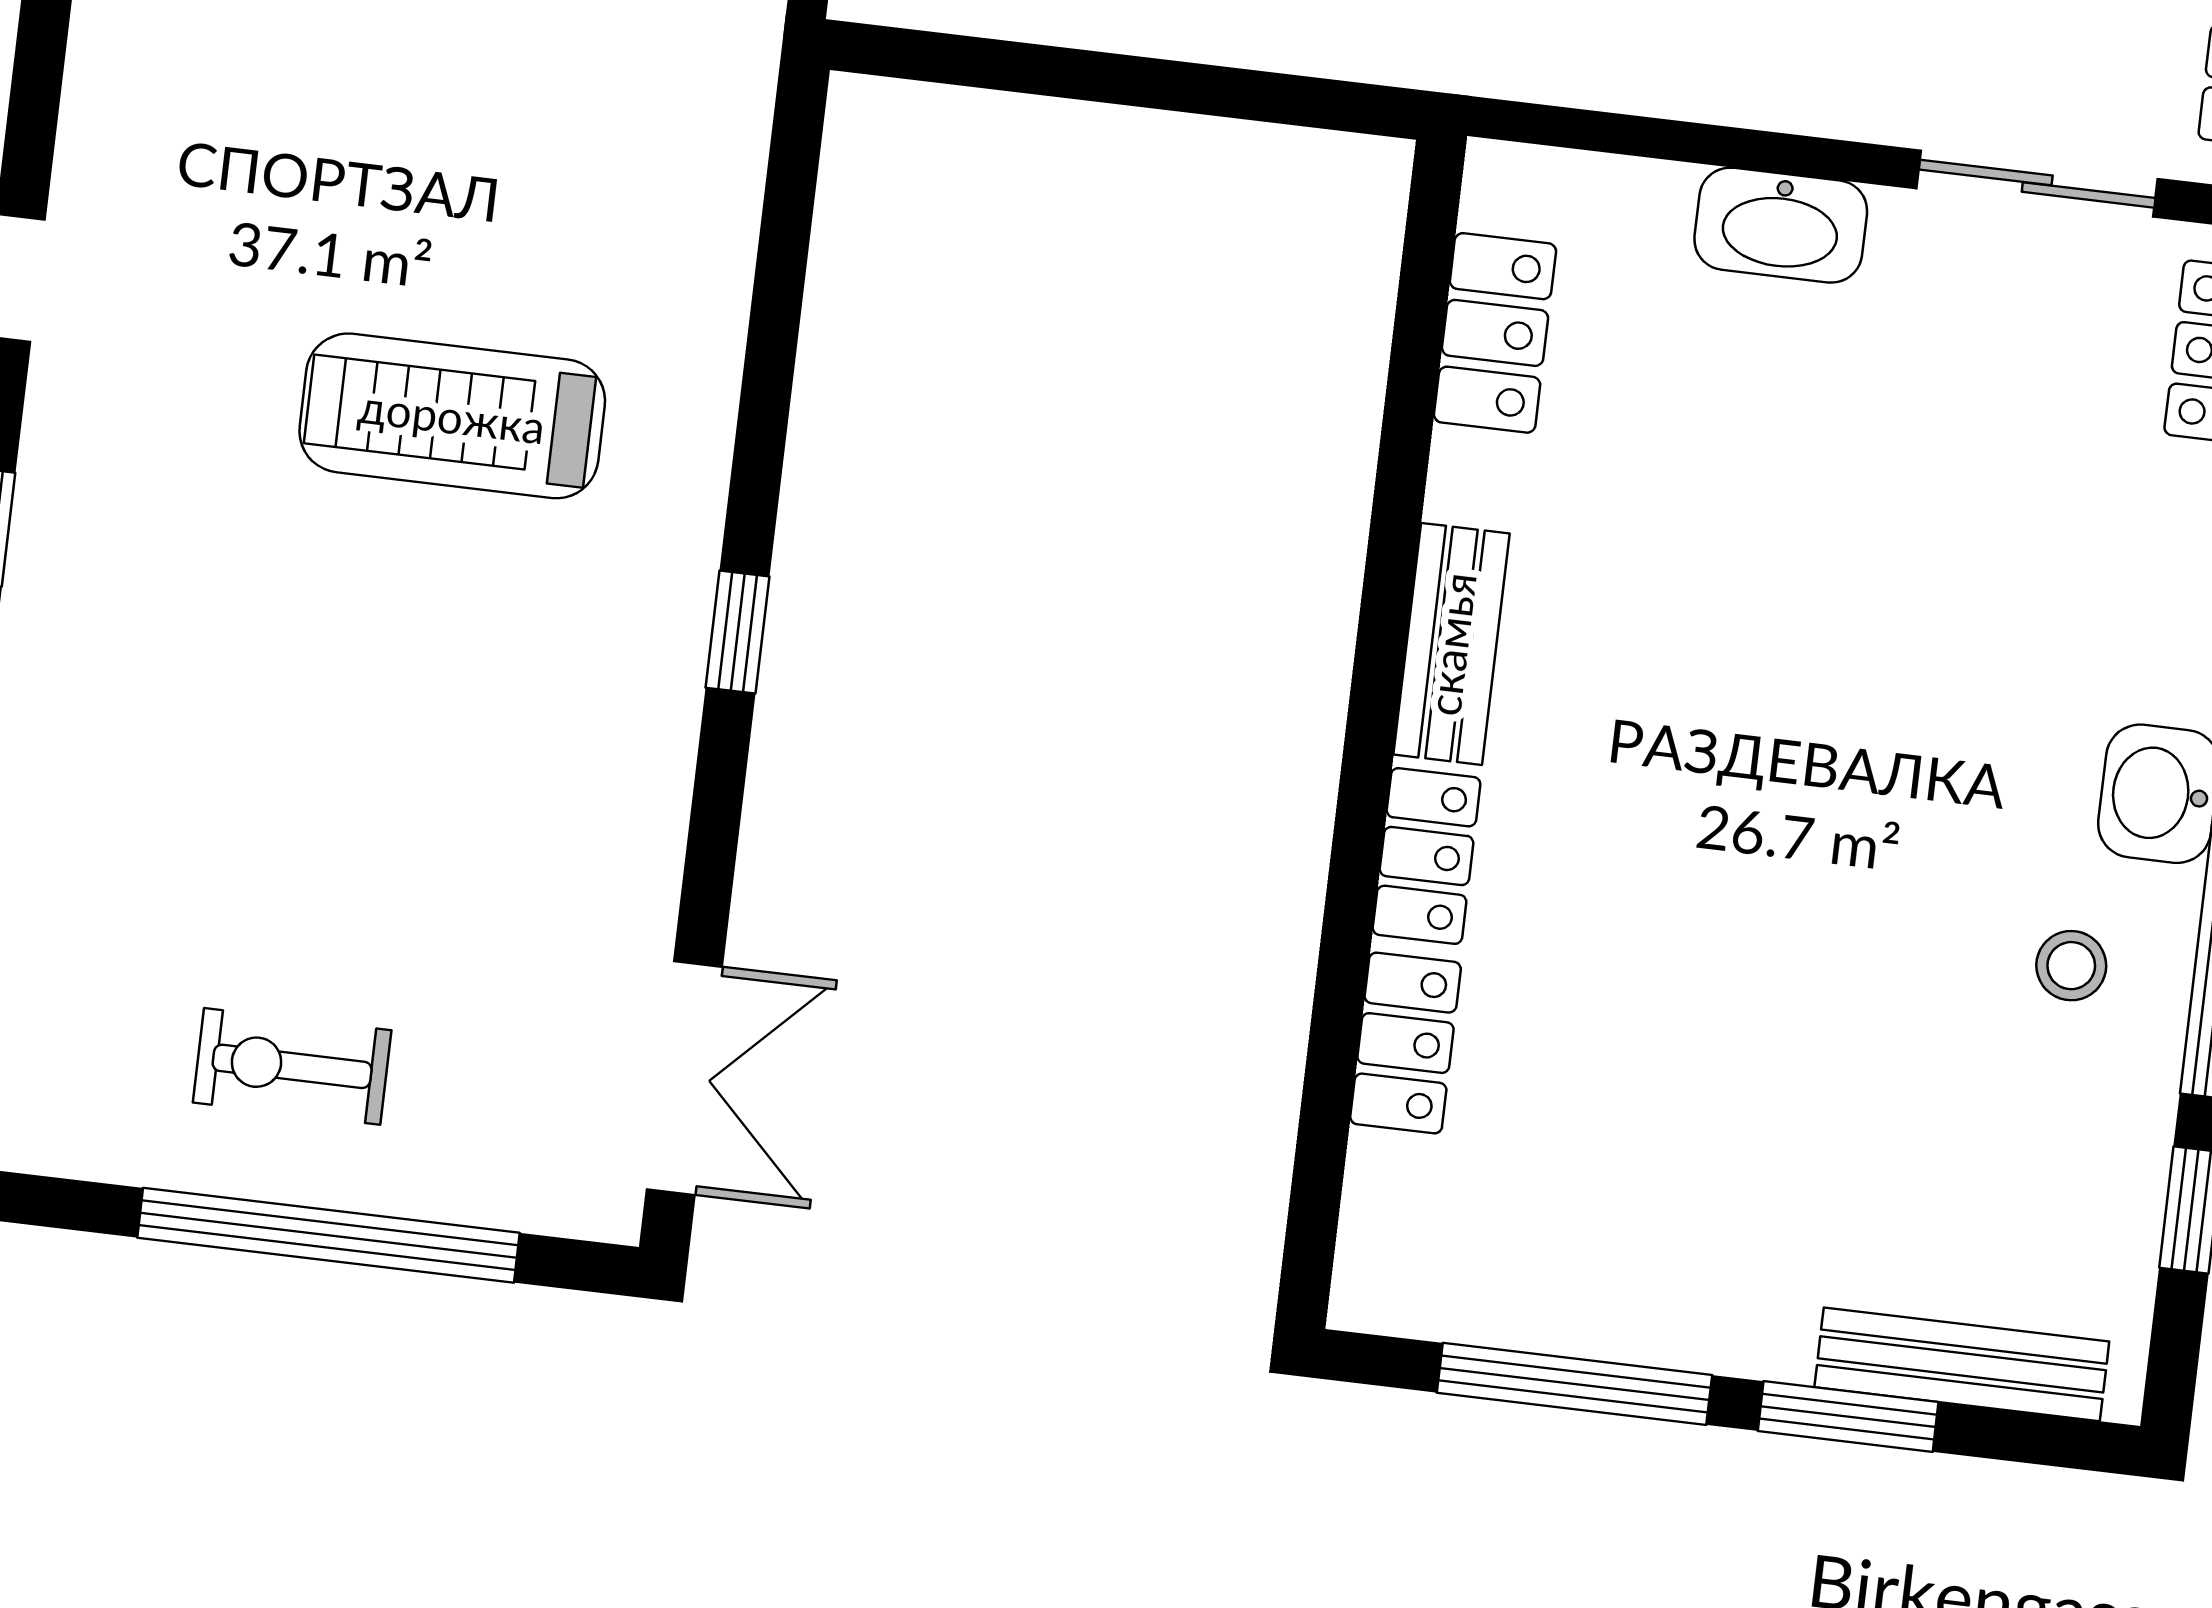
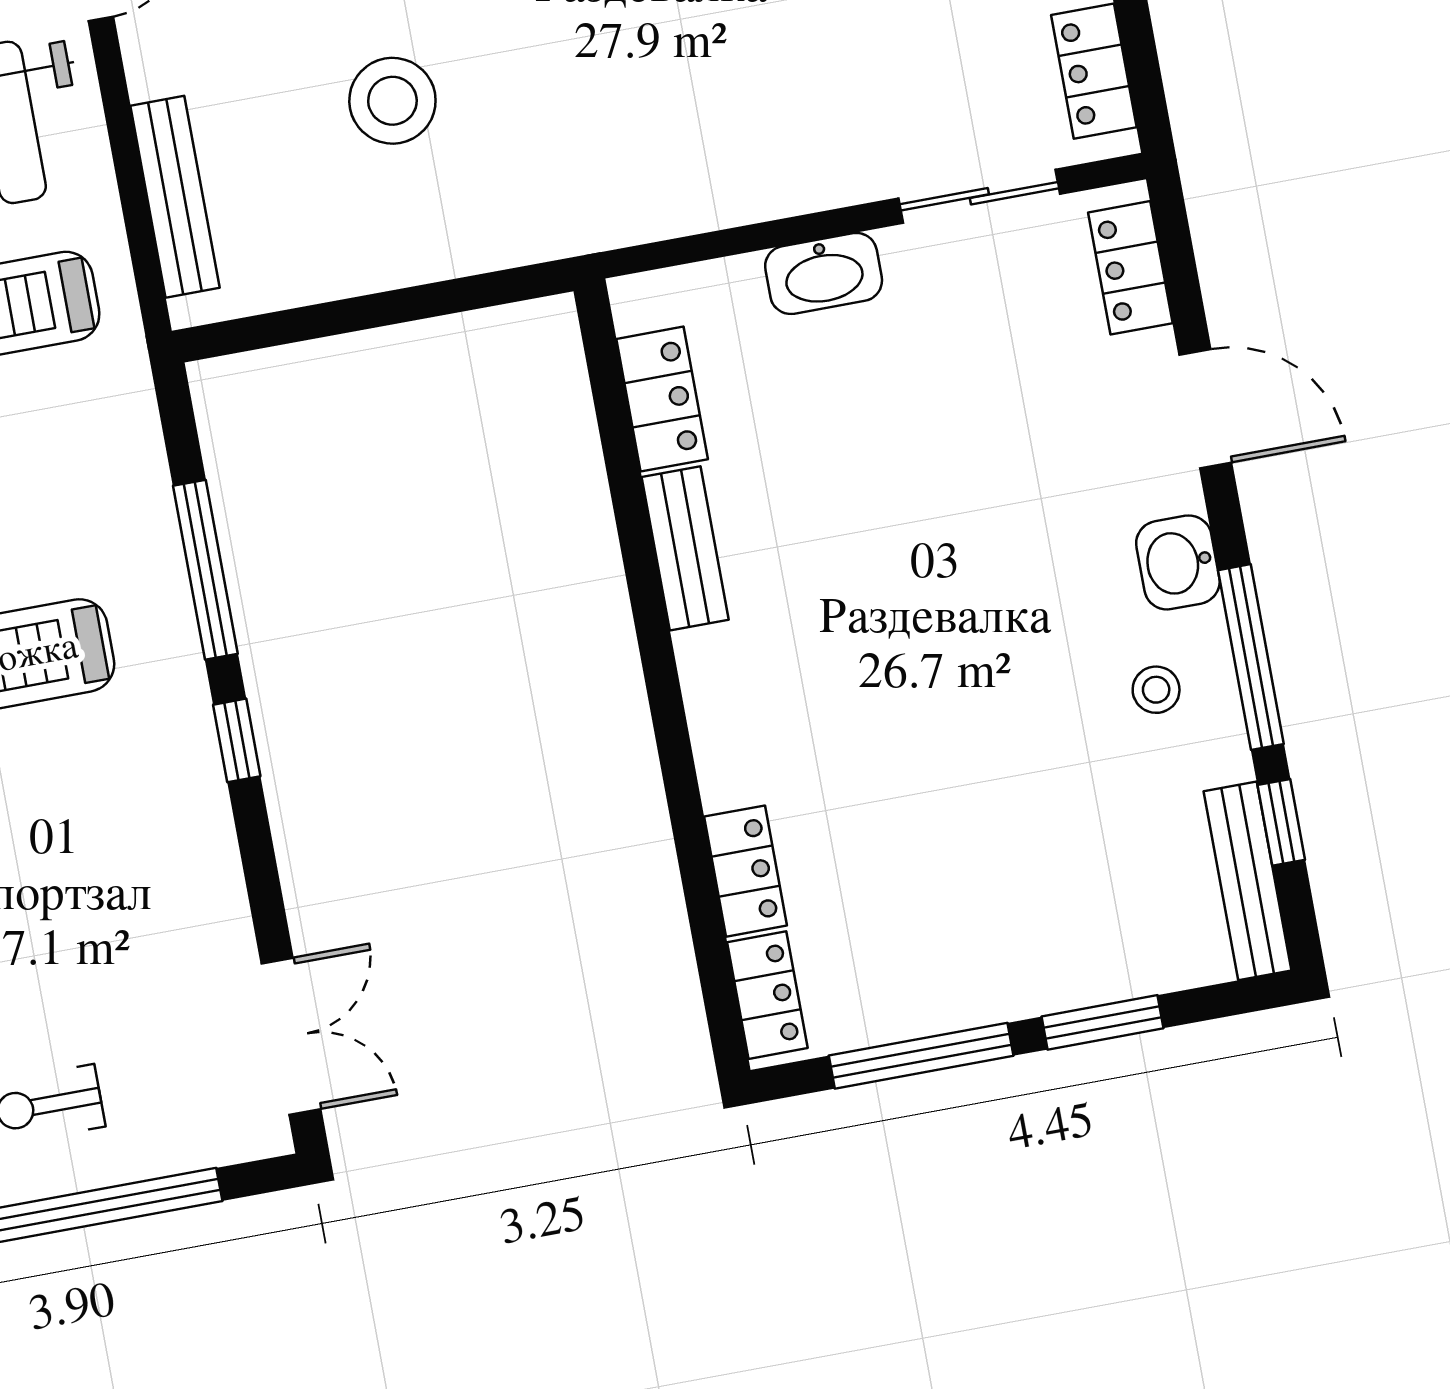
window: (768, 375) -> (205, 570), added
bench: (1451, 644) -> (685, 548), moved
locker: (1427, 856) -> (767, 995), moved
bench: (1962, 1364) -> (1247, 881), moved, turned 90

